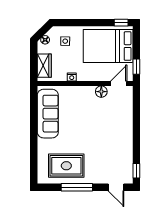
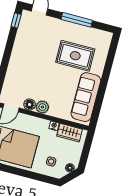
wardrobe: (44, 66) -> (70, 133), moved, turned -90
plant: (88, 92) -> (42, 107), added
rug: (66, 166) -> (75, 56), moved

